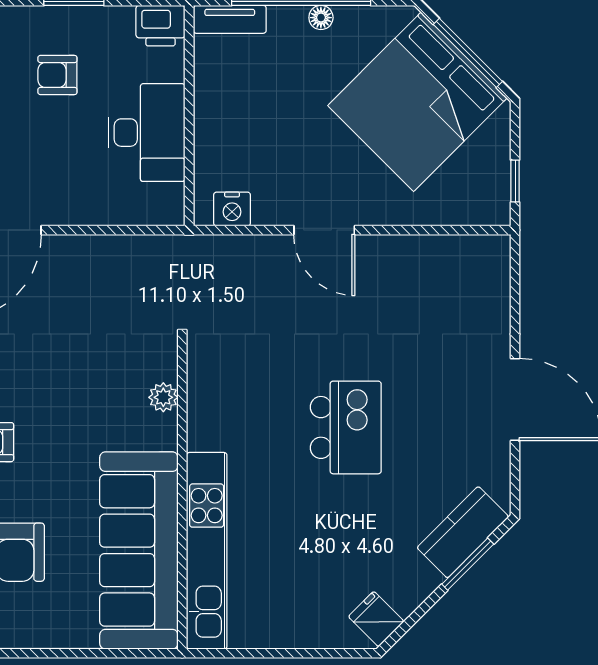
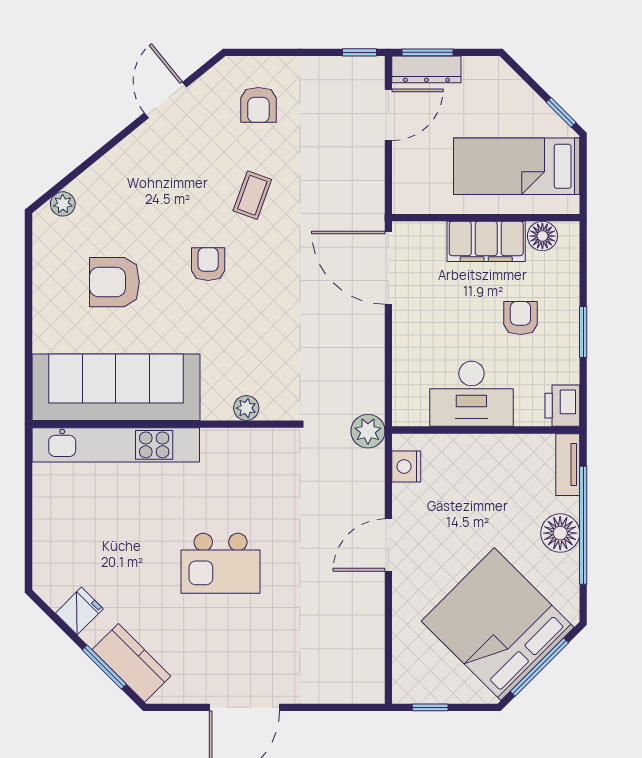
floor lamp: (321, 18) -> (560, 533), width x1.89, depth x1.89
plant: (191, 254) -> (368, 431), added
fridge: (376, 619) -> (79, 611), moved

